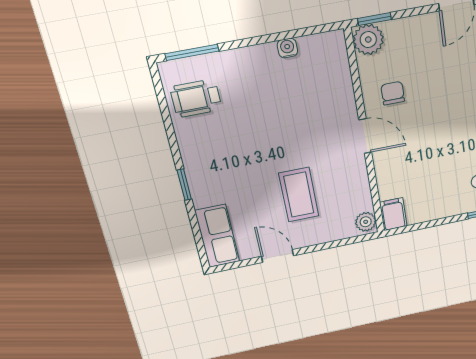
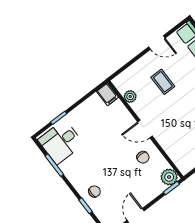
coffee table: (299, 195) -> (163, 82), width x0.73, depth x0.77
plant: (366, 222) -> (130, 96), moved

